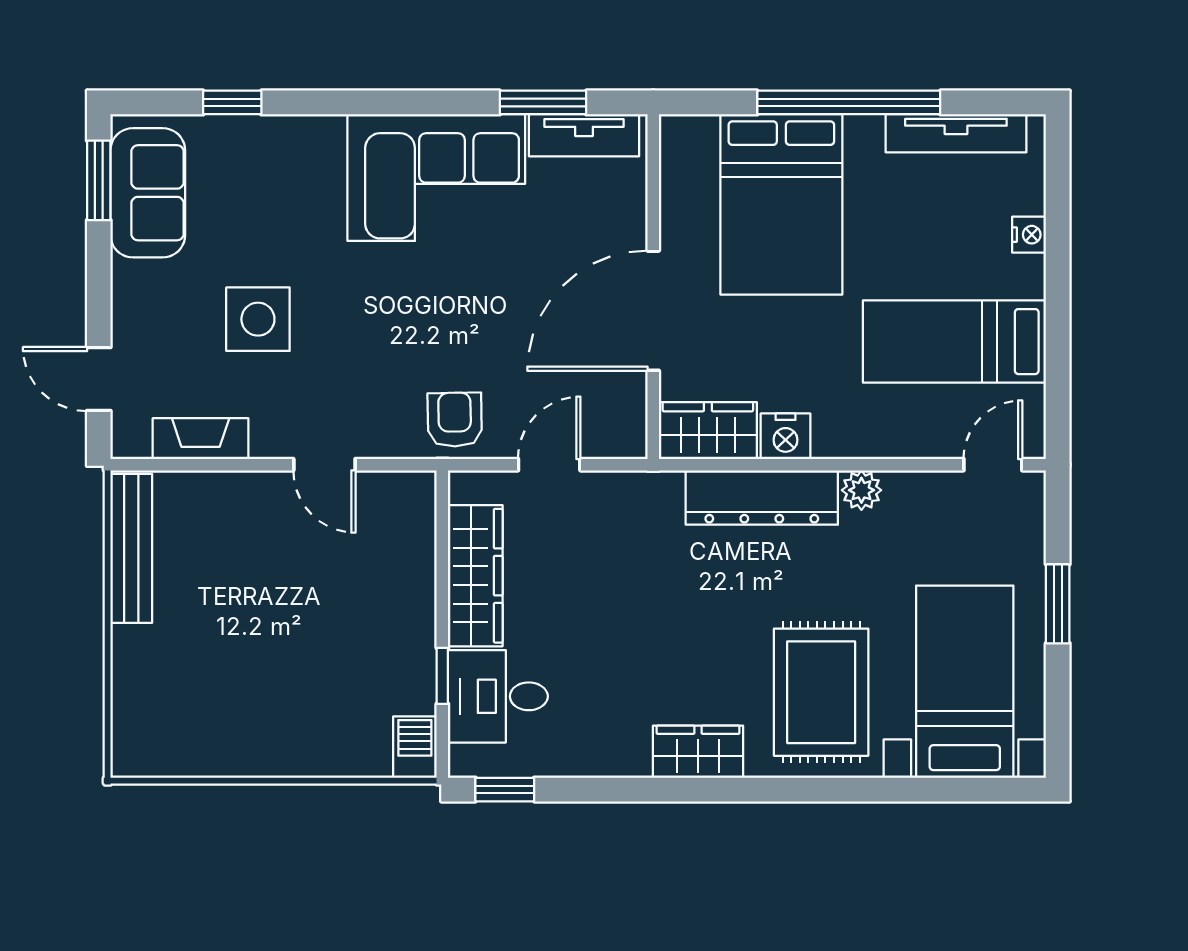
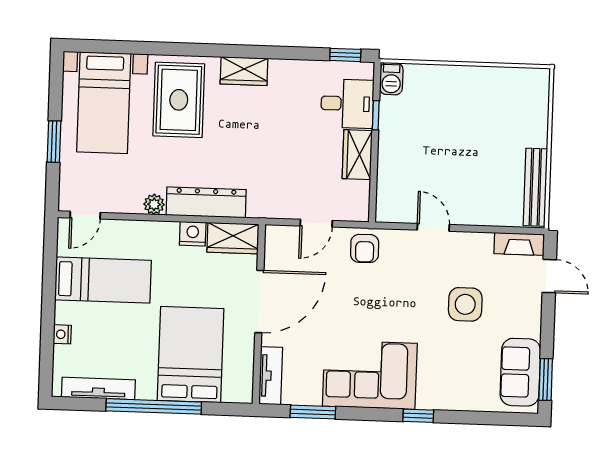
window: (232, 102) -> (418, 416), moved
tv unit: (584, 135) -> (271, 376), moved, turned 90
fireplace: (201, 439) -> (519, 244), moved
wardrobe: (475, 576) -> (357, 155), width x0.67

